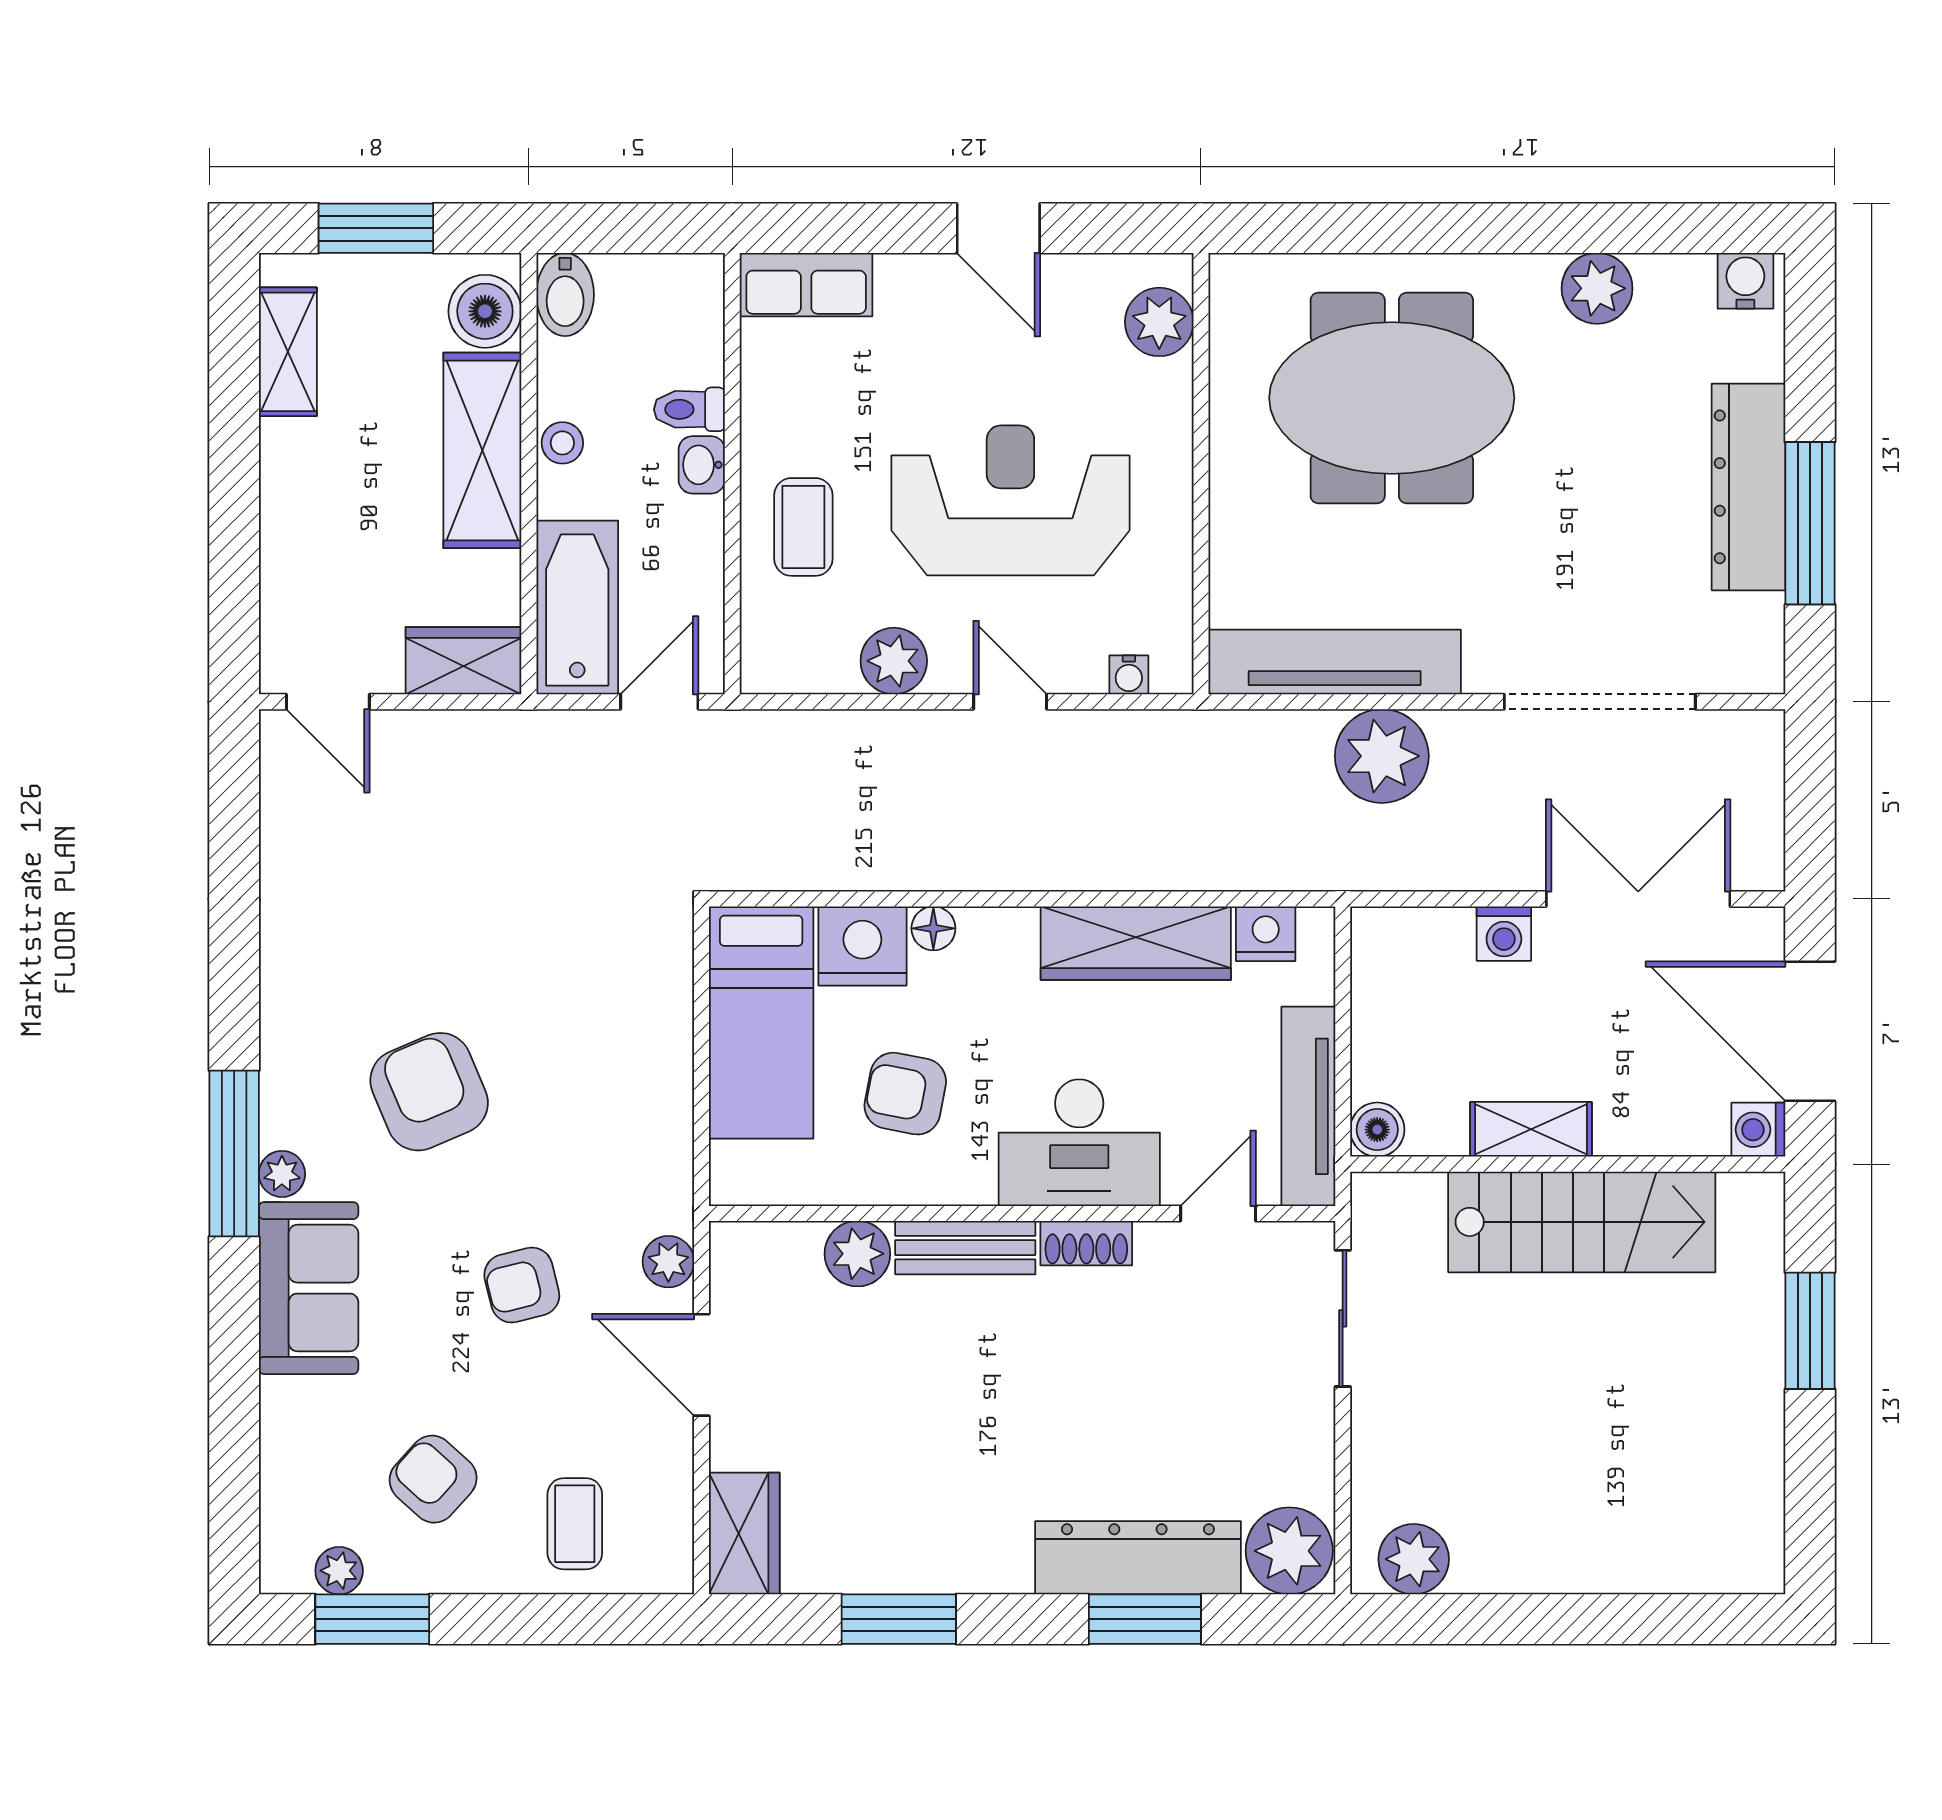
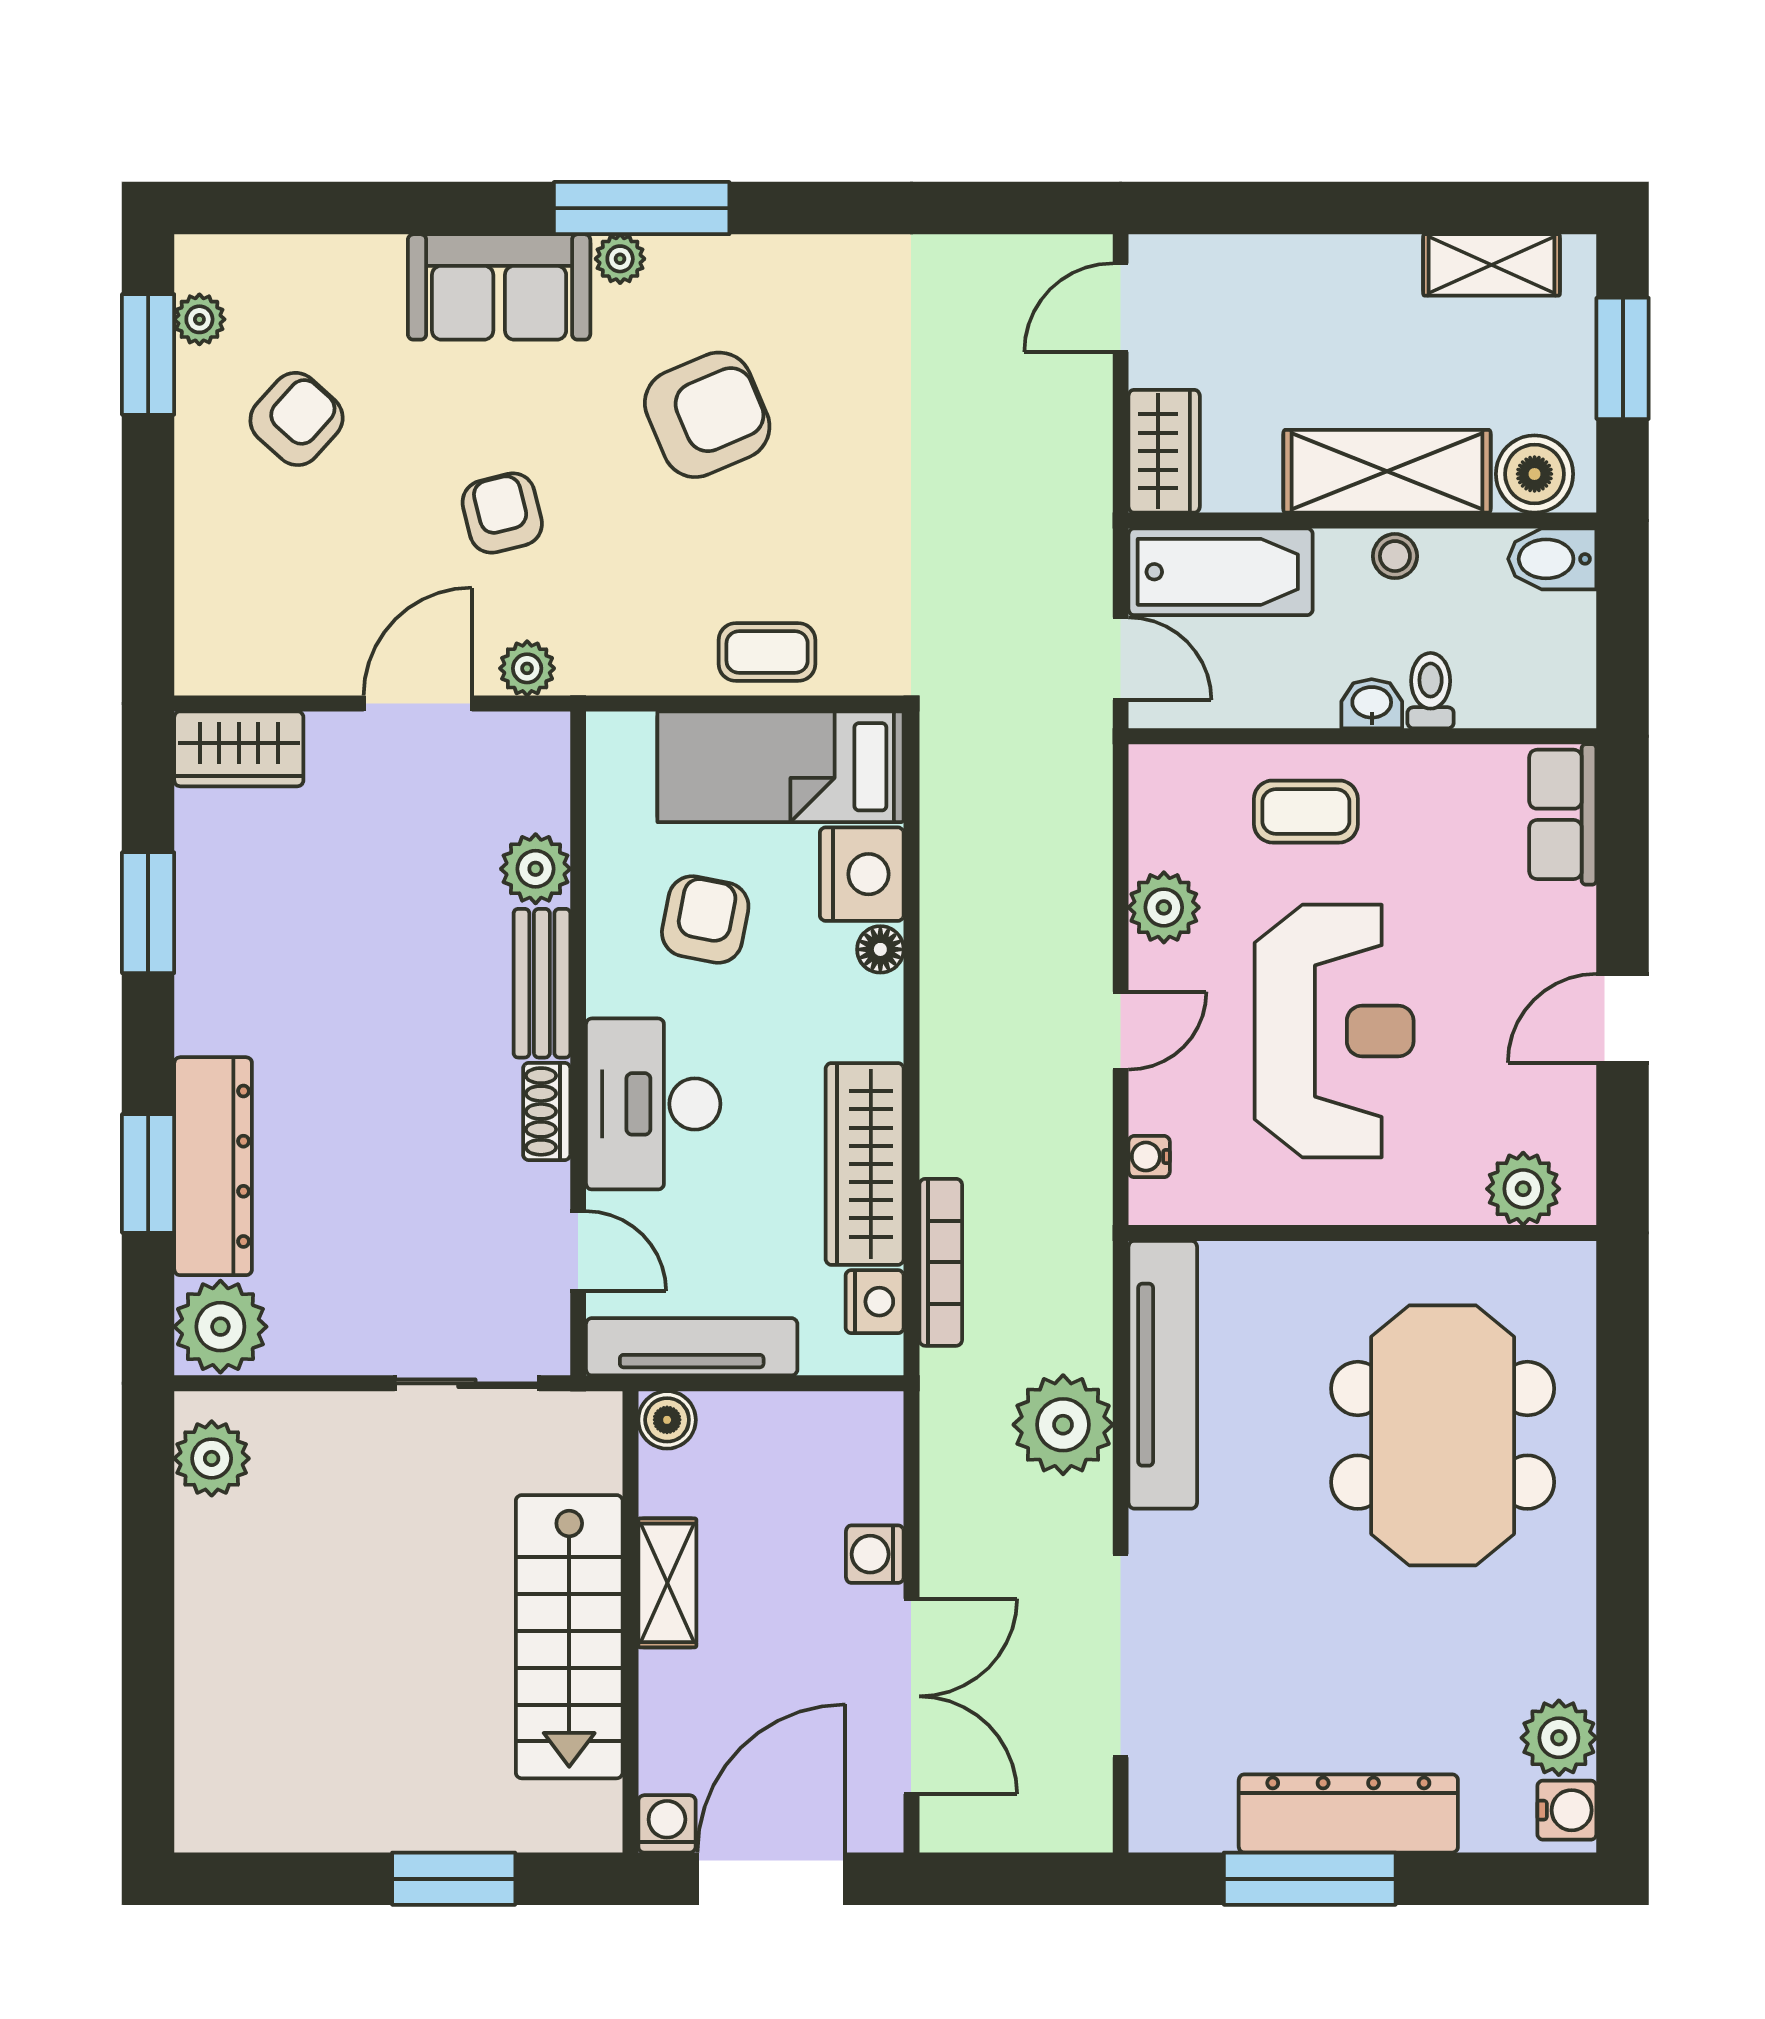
plant: (1597, 288) -> (1559, 1738), moved
bookcase: (1229, 871) -> (941, 1262), added
coffee table: (575, 1524) -> (767, 652), moved

